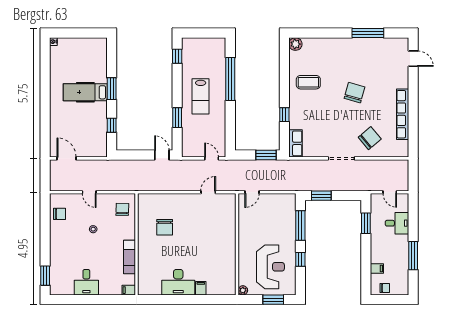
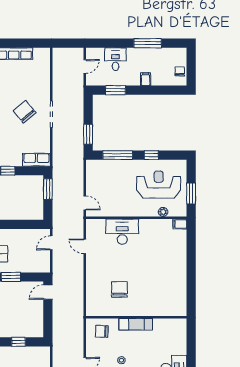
chair: (370, 138) -> (25, 112), moved
chair: (165, 227) -> (119, 289), turned -90
exam couch: (129, 257) -> (136, 324), moved
filing cabinet: (377, 268) -> (146, 79), moved
desk: (178, 282) -> (122, 232), moved, turned -90
filing cabinet: (201, 288) -> (180, 224), moved
filing cabinet: (129, 290) -> (182, 325), removed
plant: (243, 290) -> (163, 212), moved
window: (273, 300) -> (191, 193), moved

